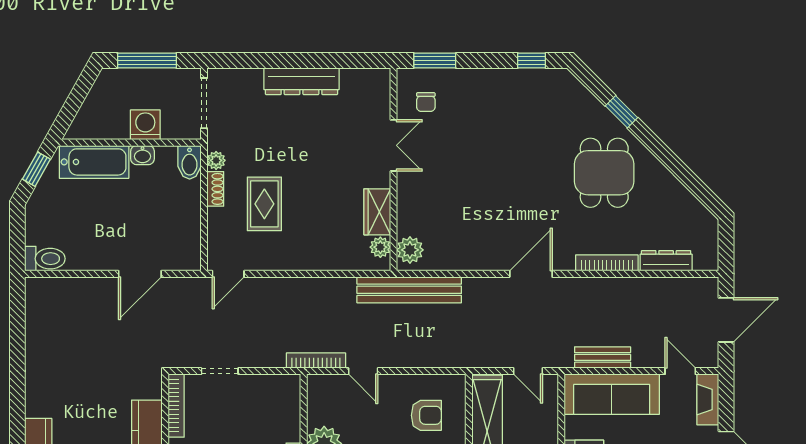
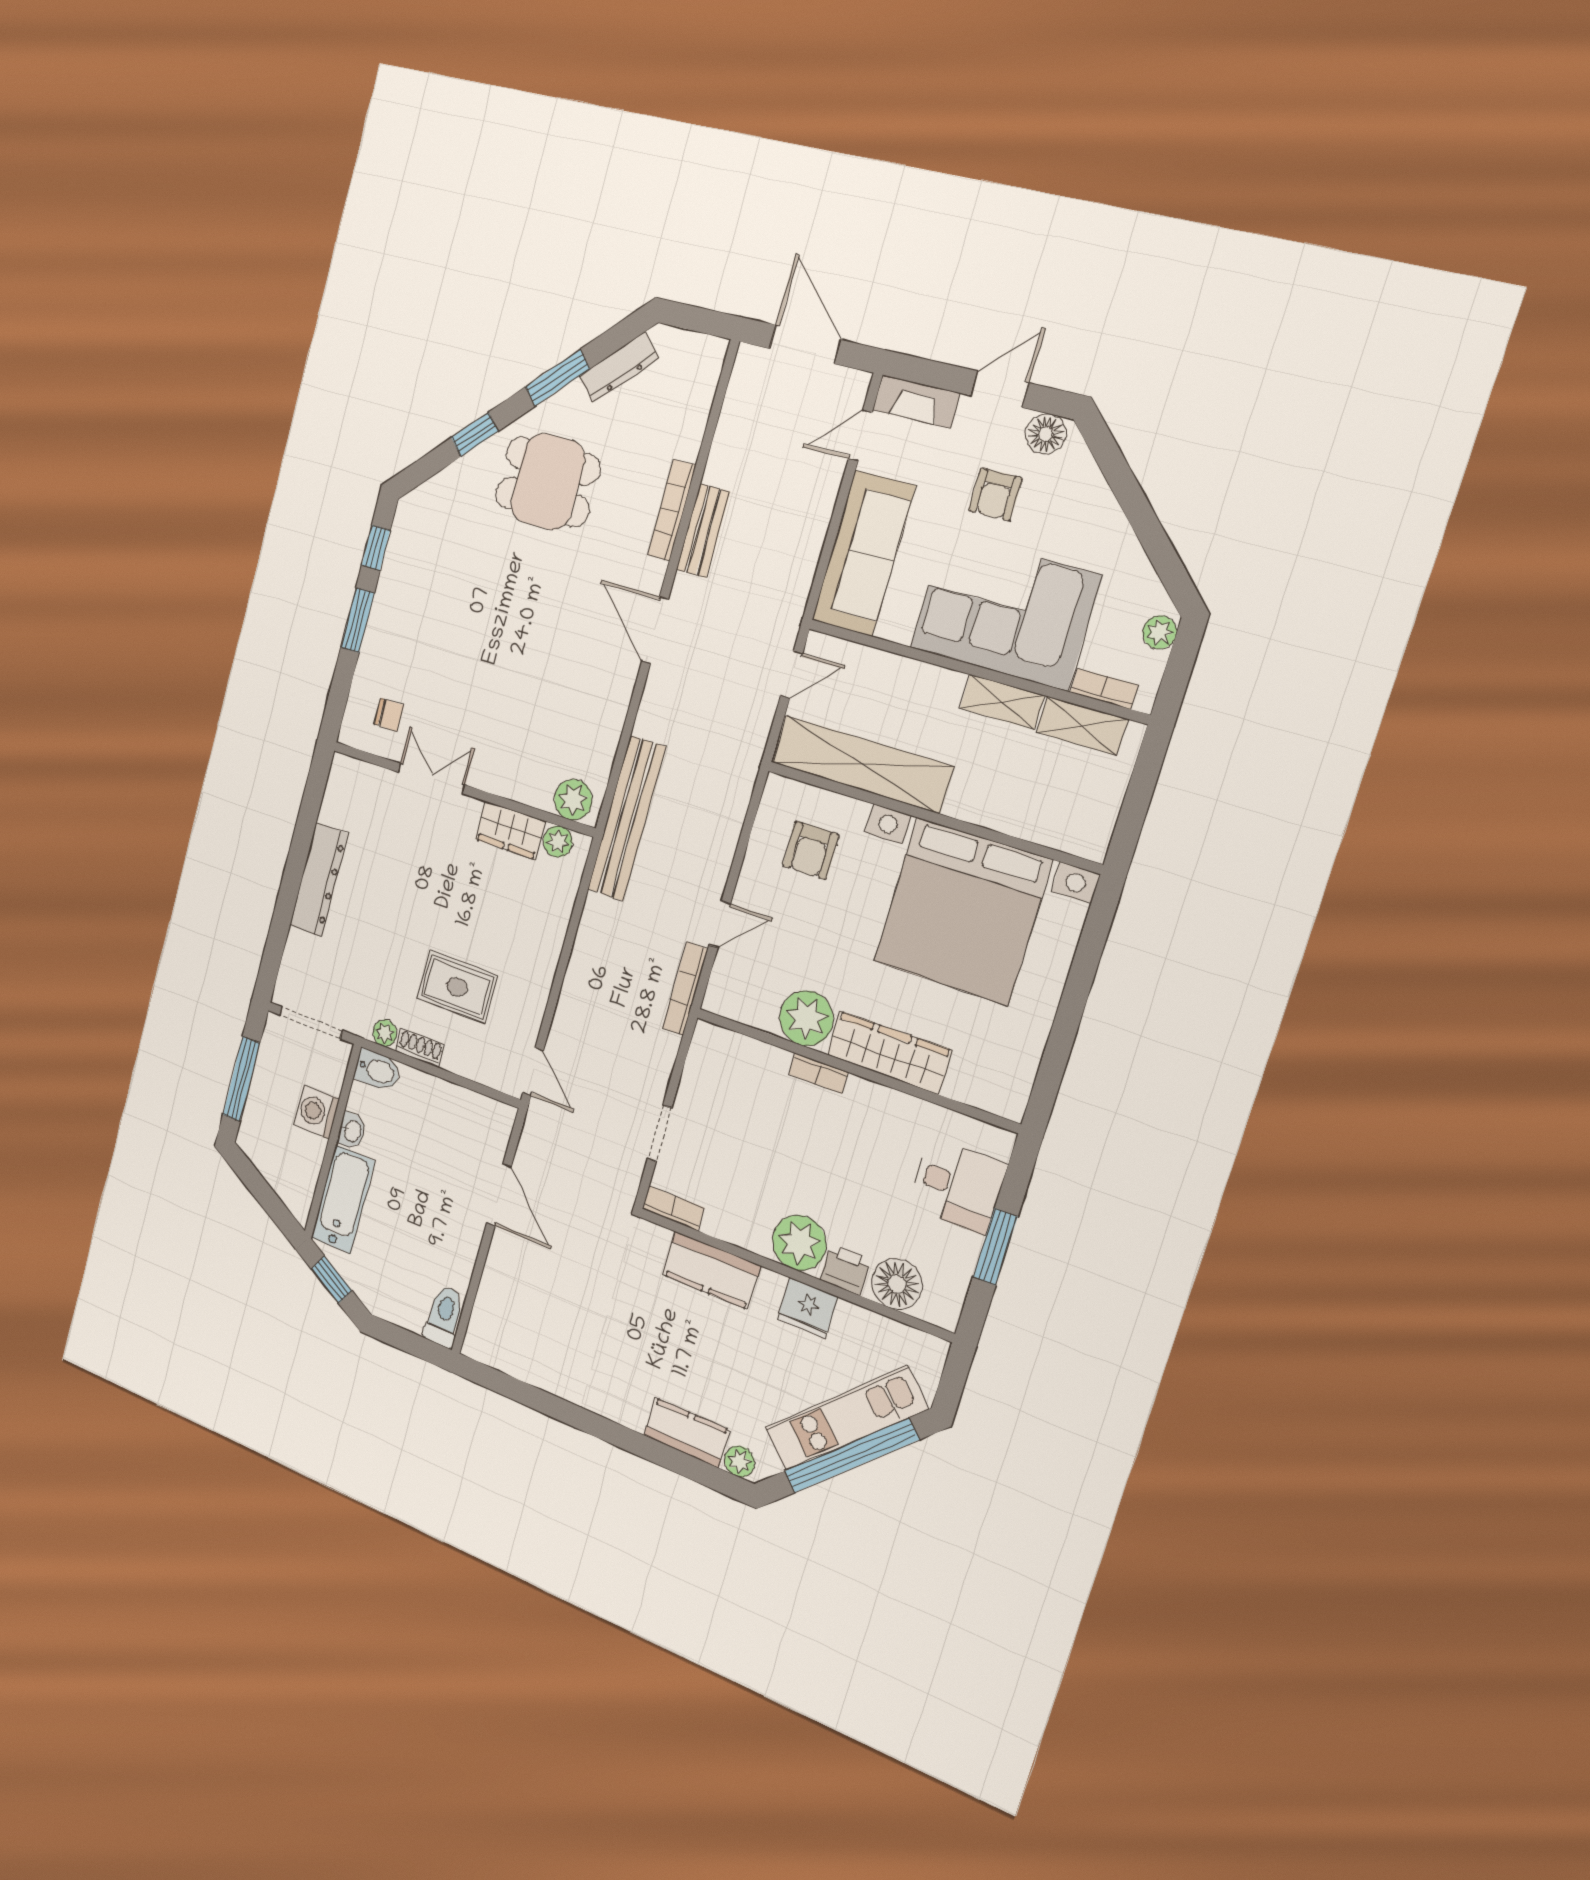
window: (435, 60) -> (357, 620), moved
window: (670, 160) -> (558, 378), added
dresser: (666, 261) -> (619, 367), moved, turned -135
bench: (603, 357) -> (703, 531), moved
bookcase: (176, 406) -> (673, 1208), width x0.64
armchair: (426, 415) -> (811, 850), turned 180

